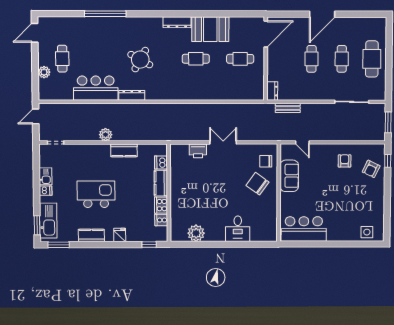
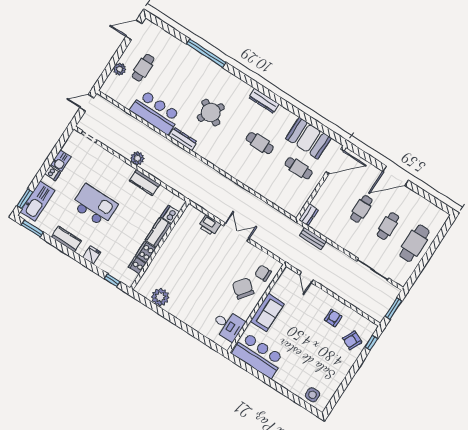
booth: (210, 29) -> (308, 138), moved
sofa: (289, 176) -> (267, 312), moved
desk: (238, 229) -> (228, 325), moved, turned -90

